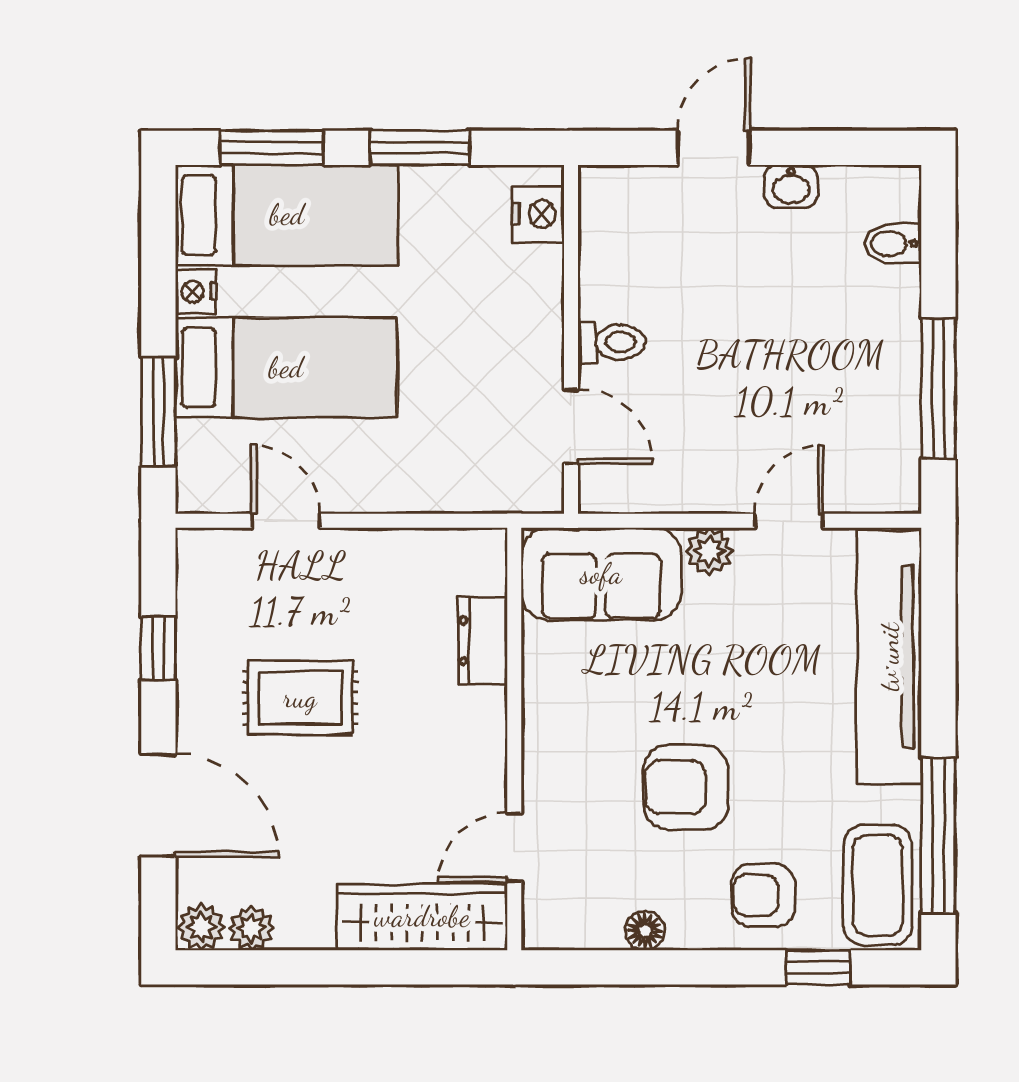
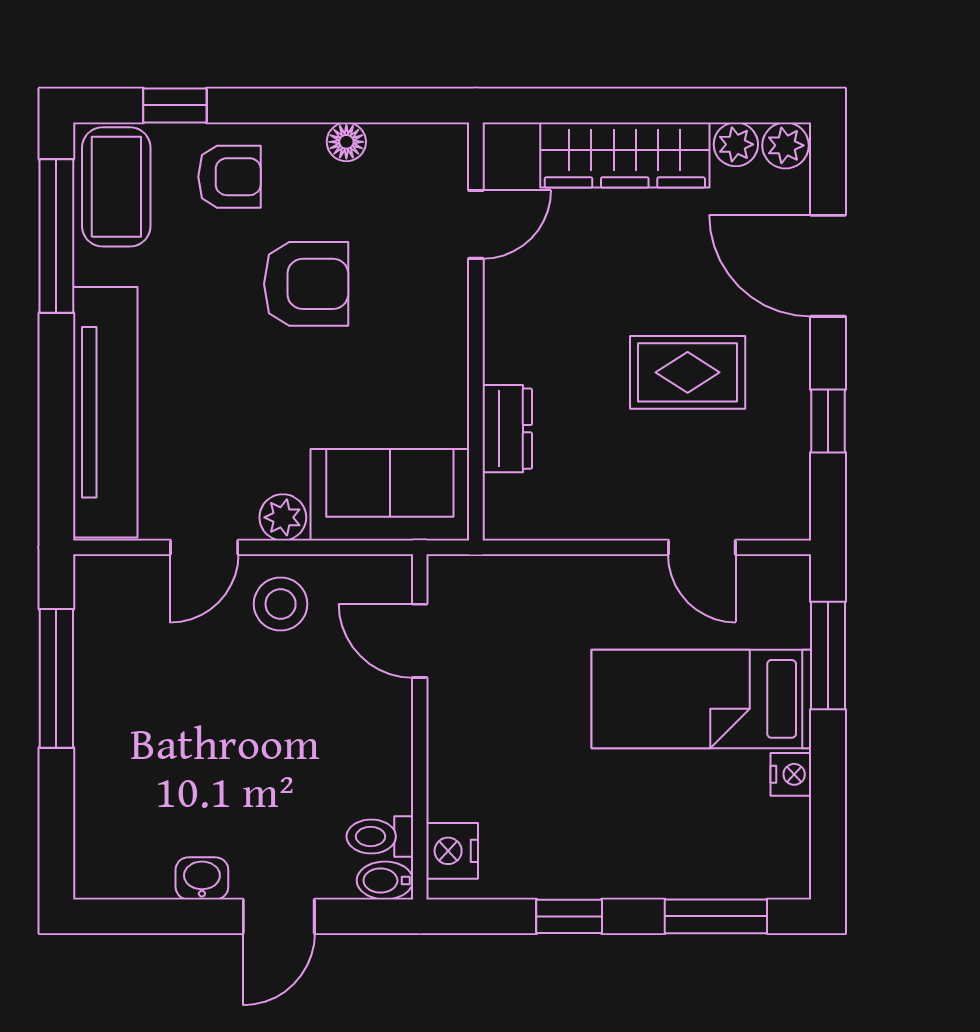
window: (420, 148) -> (569, 916), width x0.67
bed: (287, 215) -> (701, 850), removed
bidet: (893, 243) -> (385, 880), moved, turned 180
toilet: (611, 342) -> (380, 837), moved
stool: (712, 464) -> (281, 604), added
wardrobe: (422, 917) -> (625, 155), moved

